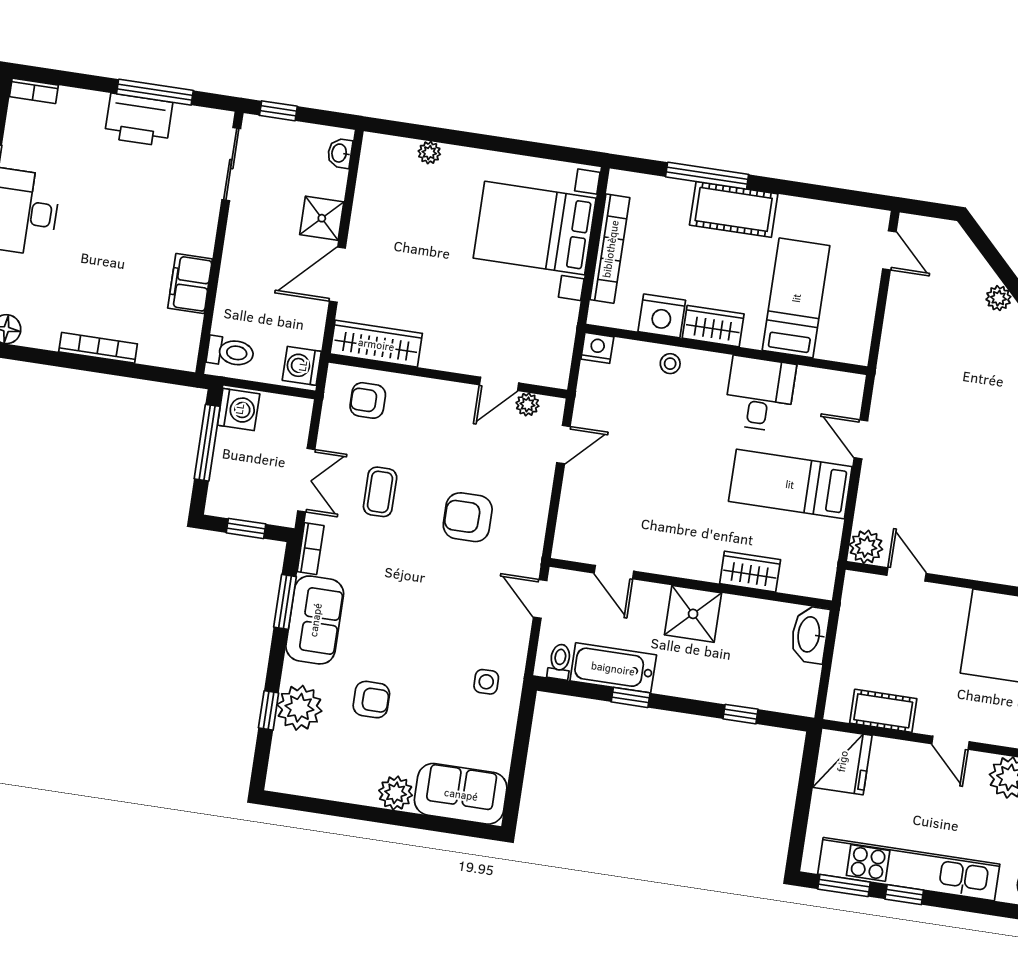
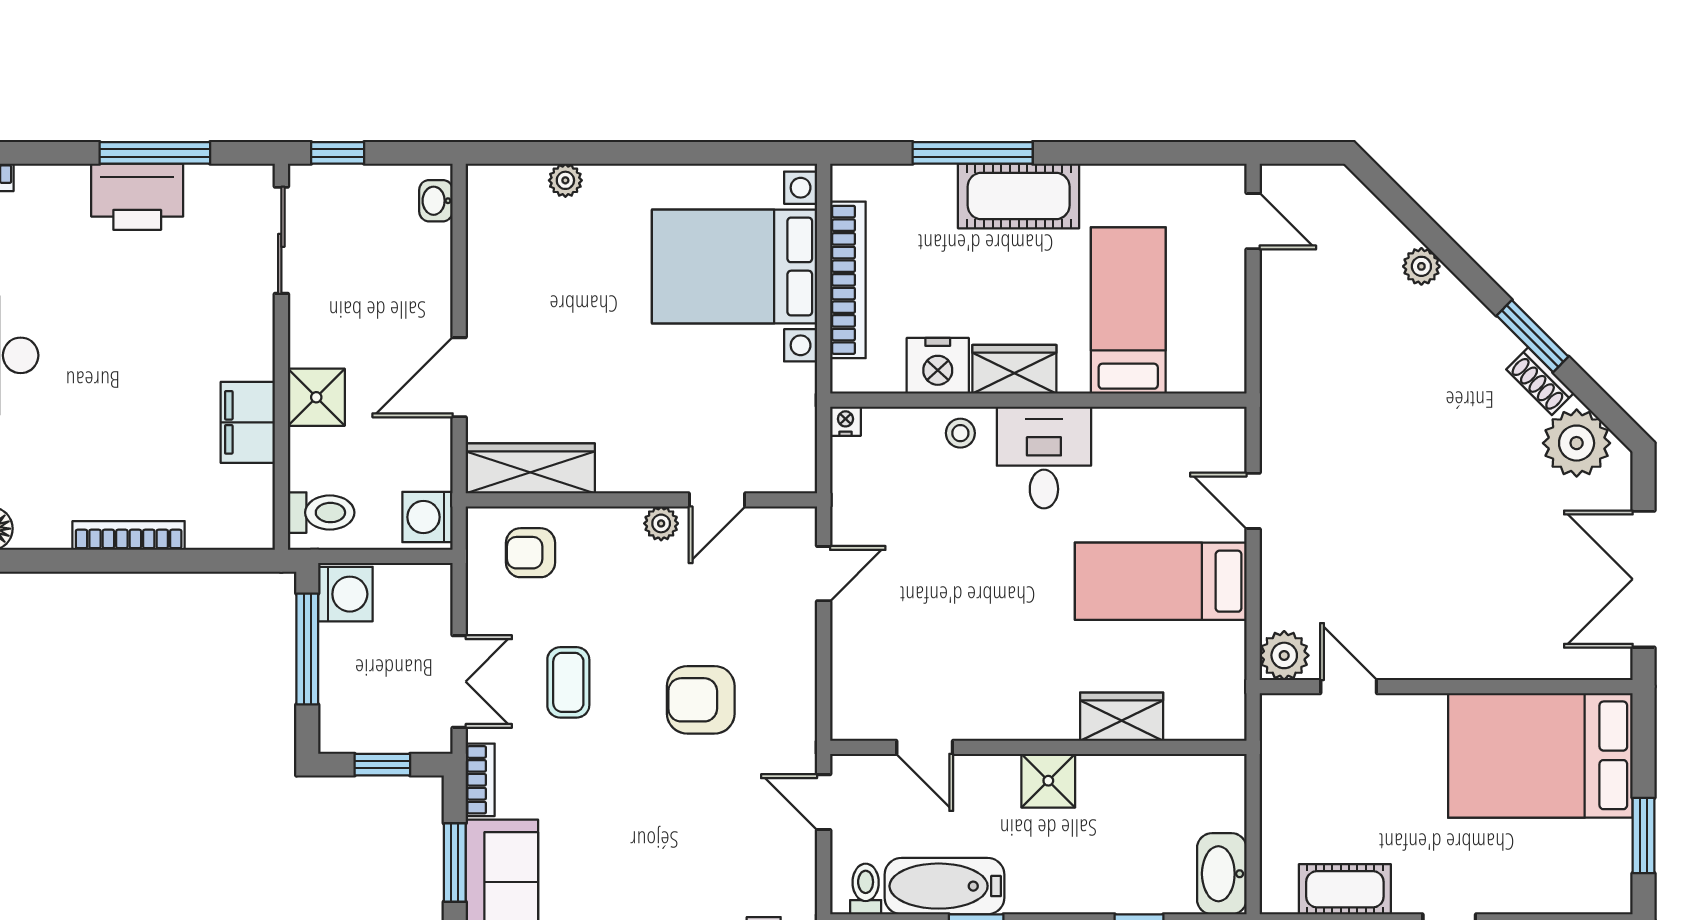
shower: (322, 218) -> (316, 397), moved
nightstand: (597, 348) -> (845, 421), width x0.72, depth x0.74
desk: (760, 394) -> (1044, 458), moved
plant: (527, 404) -> (661, 523), moved
shower: (693, 614) -> (1048, 781), width x0.73, depth x0.73
washbasin: (810, 635) -> (1222, 874), moved

